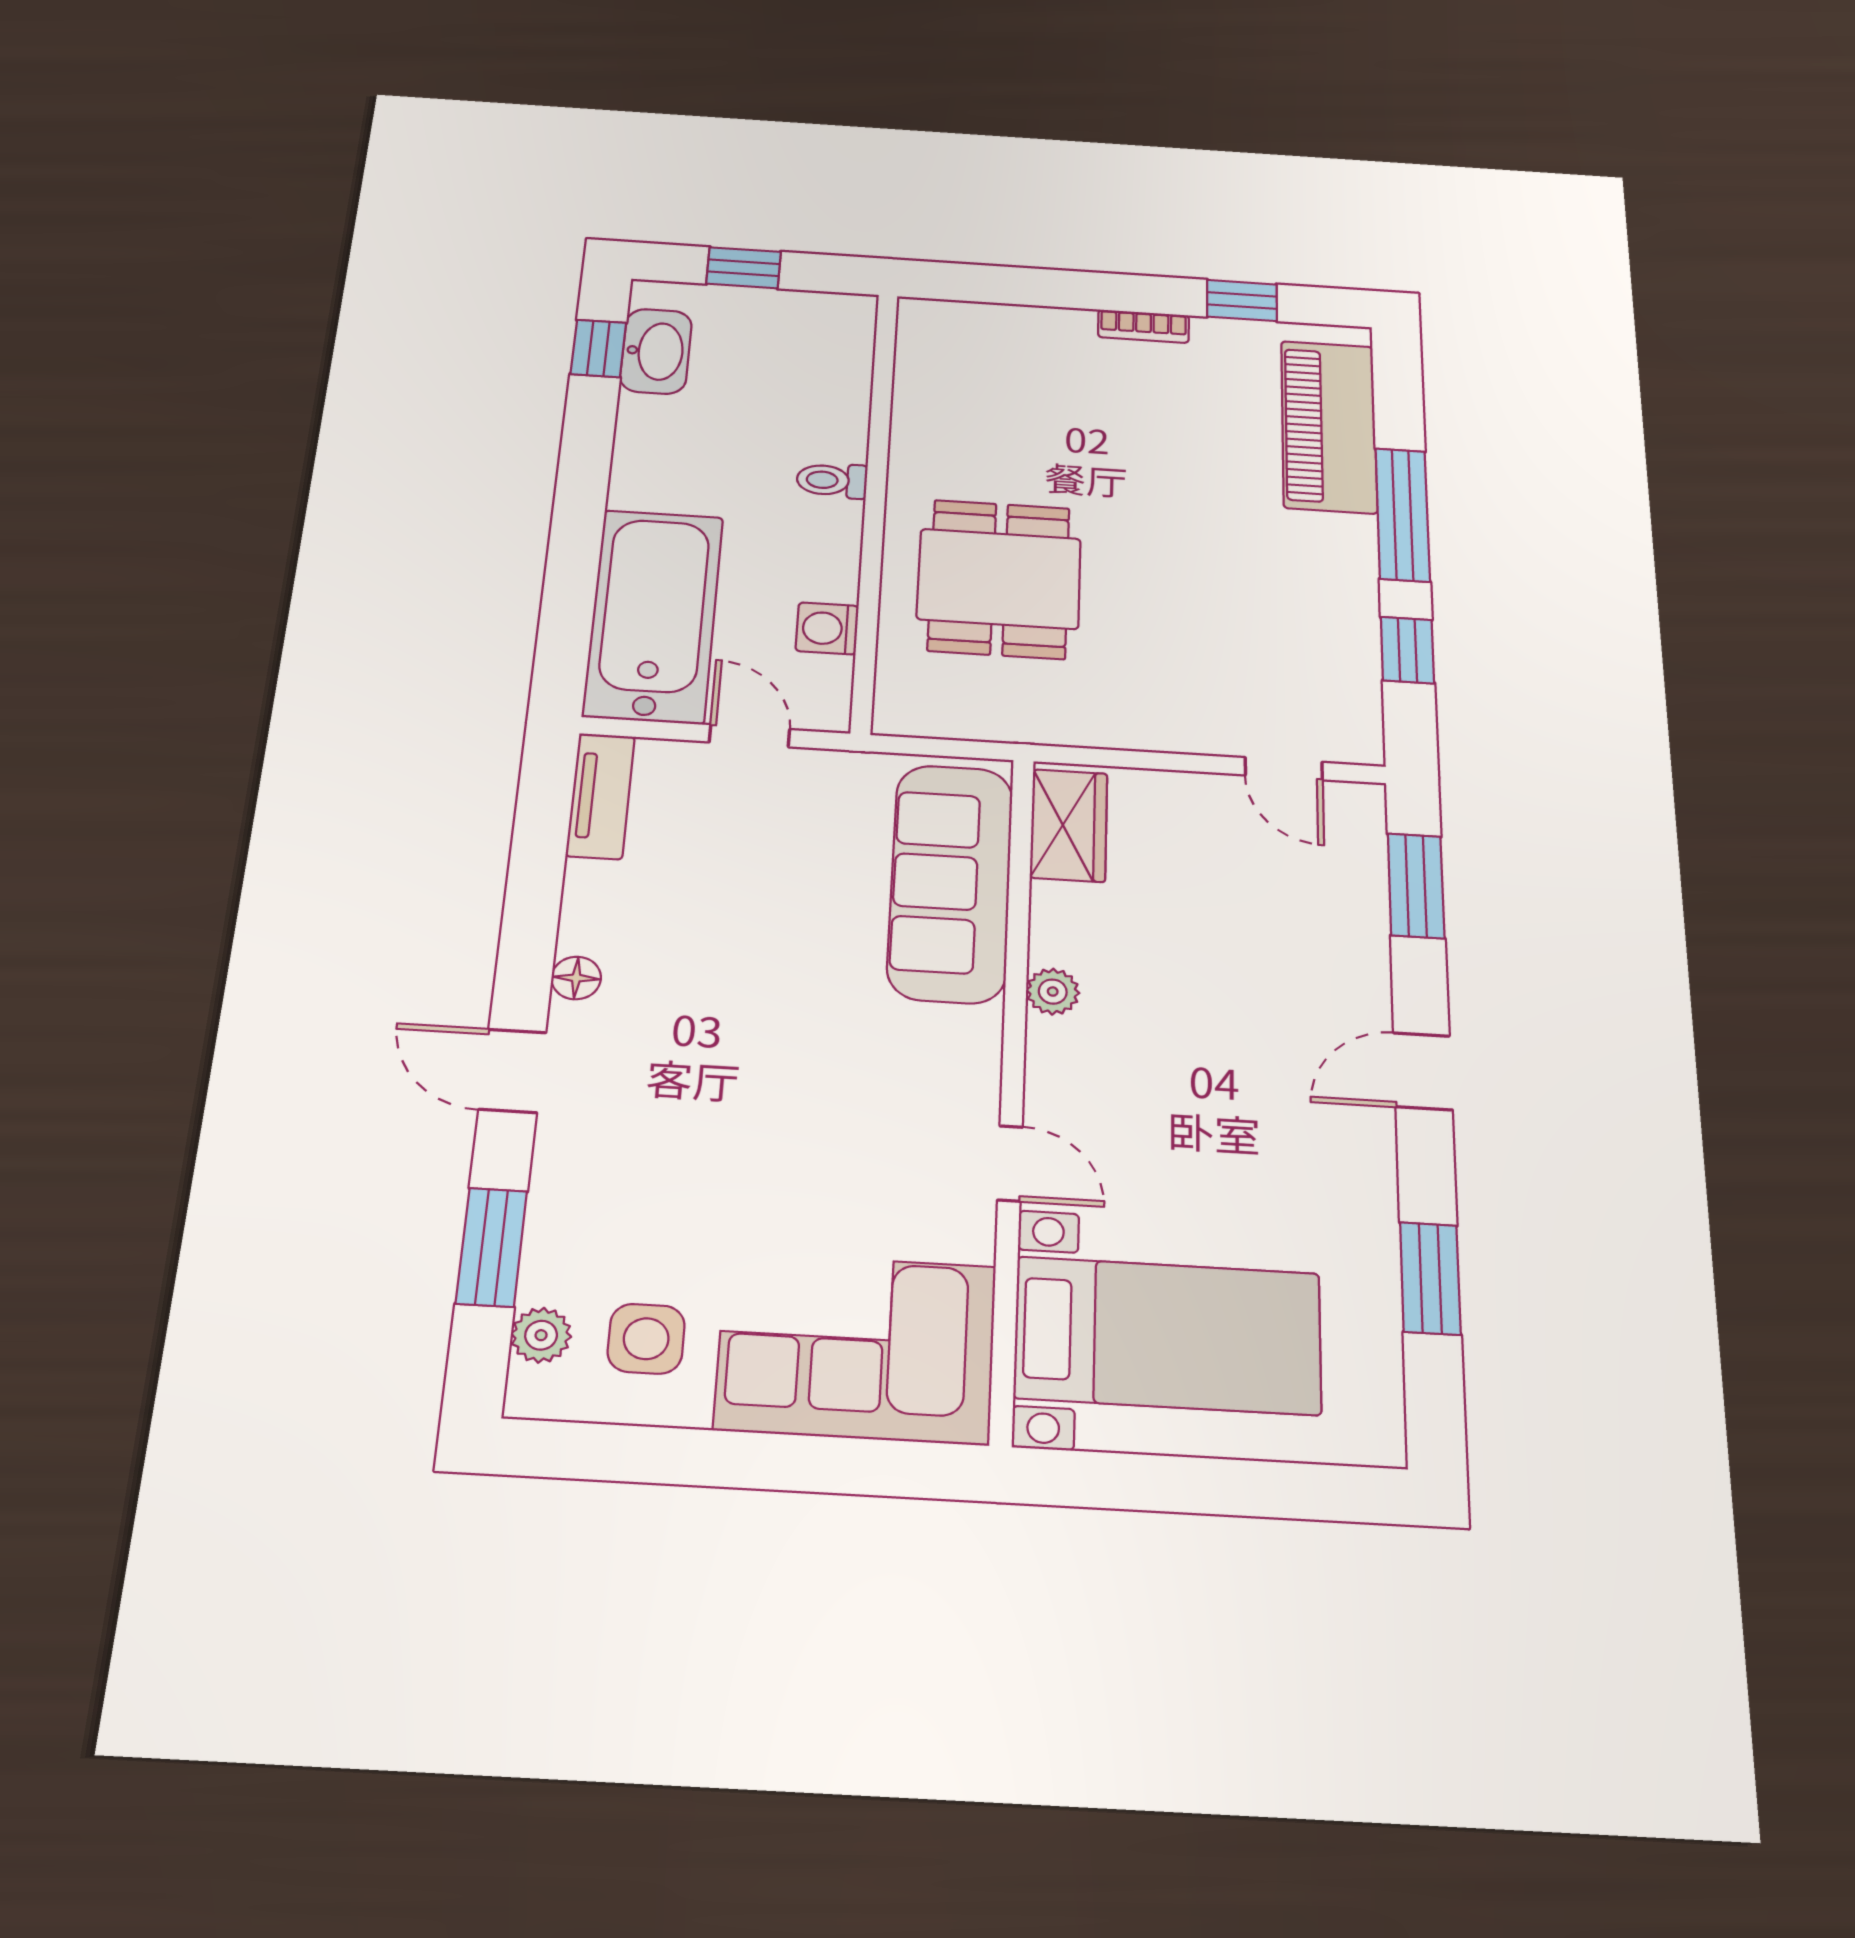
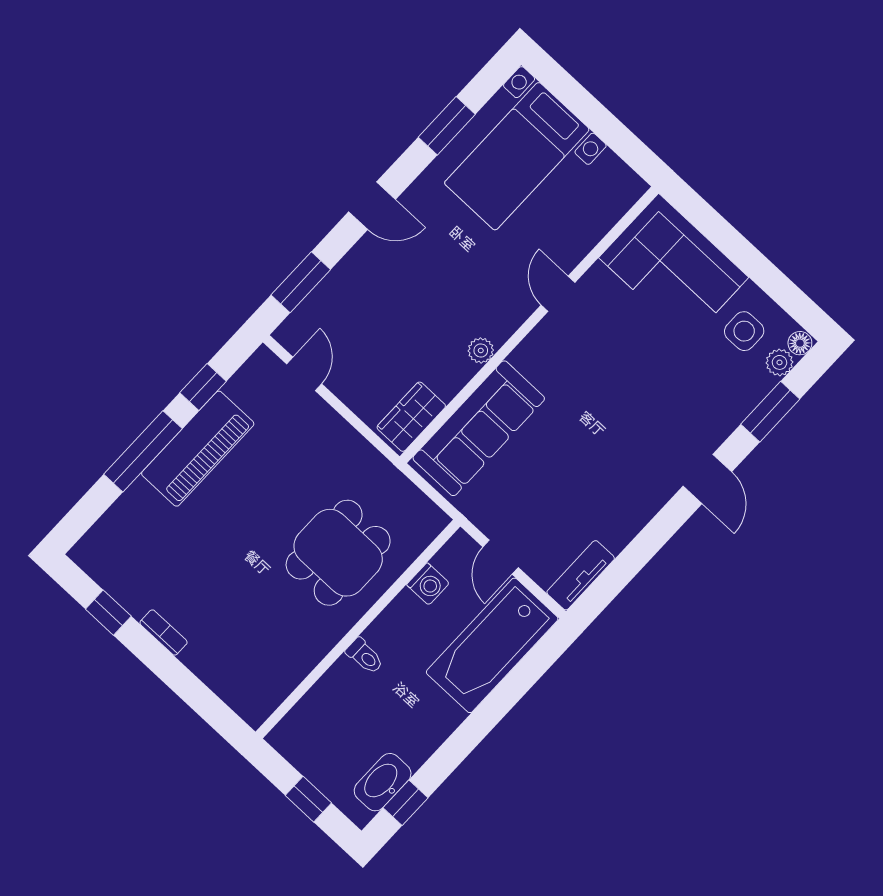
piano: (1329, 426) -> (198, 449), moved
floor lamp: (576, 978) -> (800, 343), moved
bed with nightstands: (1168, 1335) -> (517, 156), moved, turned -90

